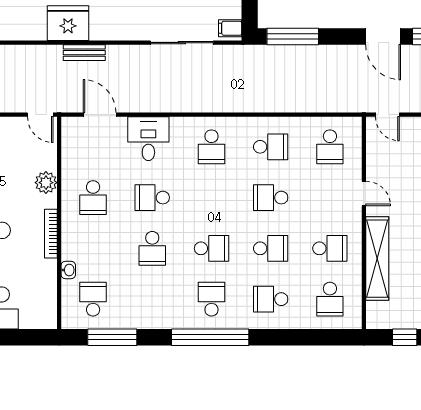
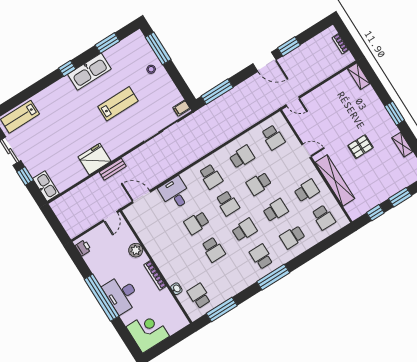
door: (40, 115) -> (110, 216), hinge flipped
school desk: (93, 198) -> (228, 203), moved
window: (210, 337) -> (273, 277), width x0.68

